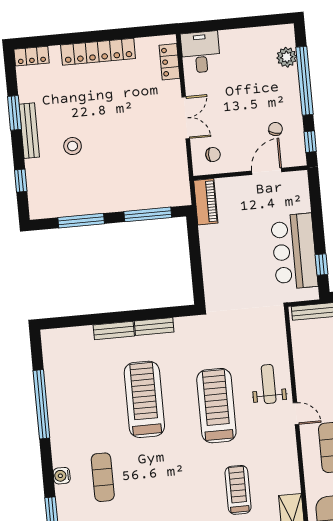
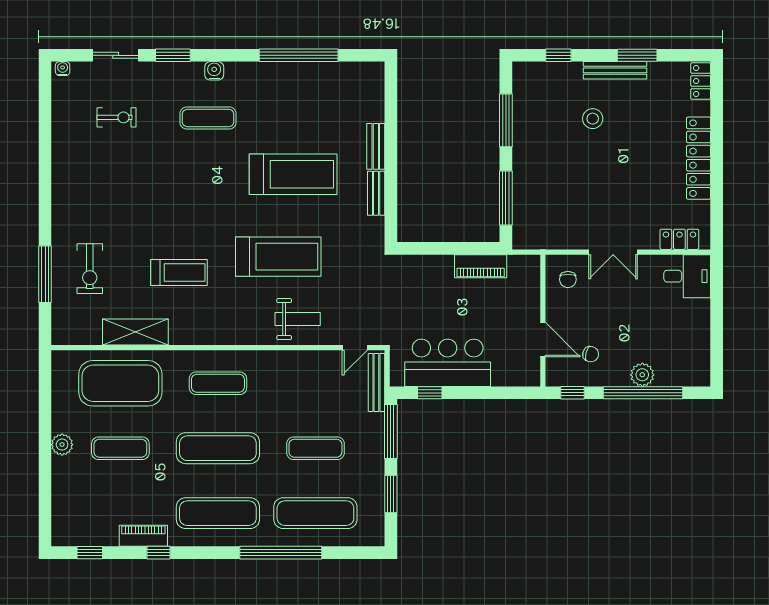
plant: (287, 57) -> (642, 375), moved
piano: (206, 202) -> (481, 266), moved
door: (296, 414) -> (355, 348), moved

